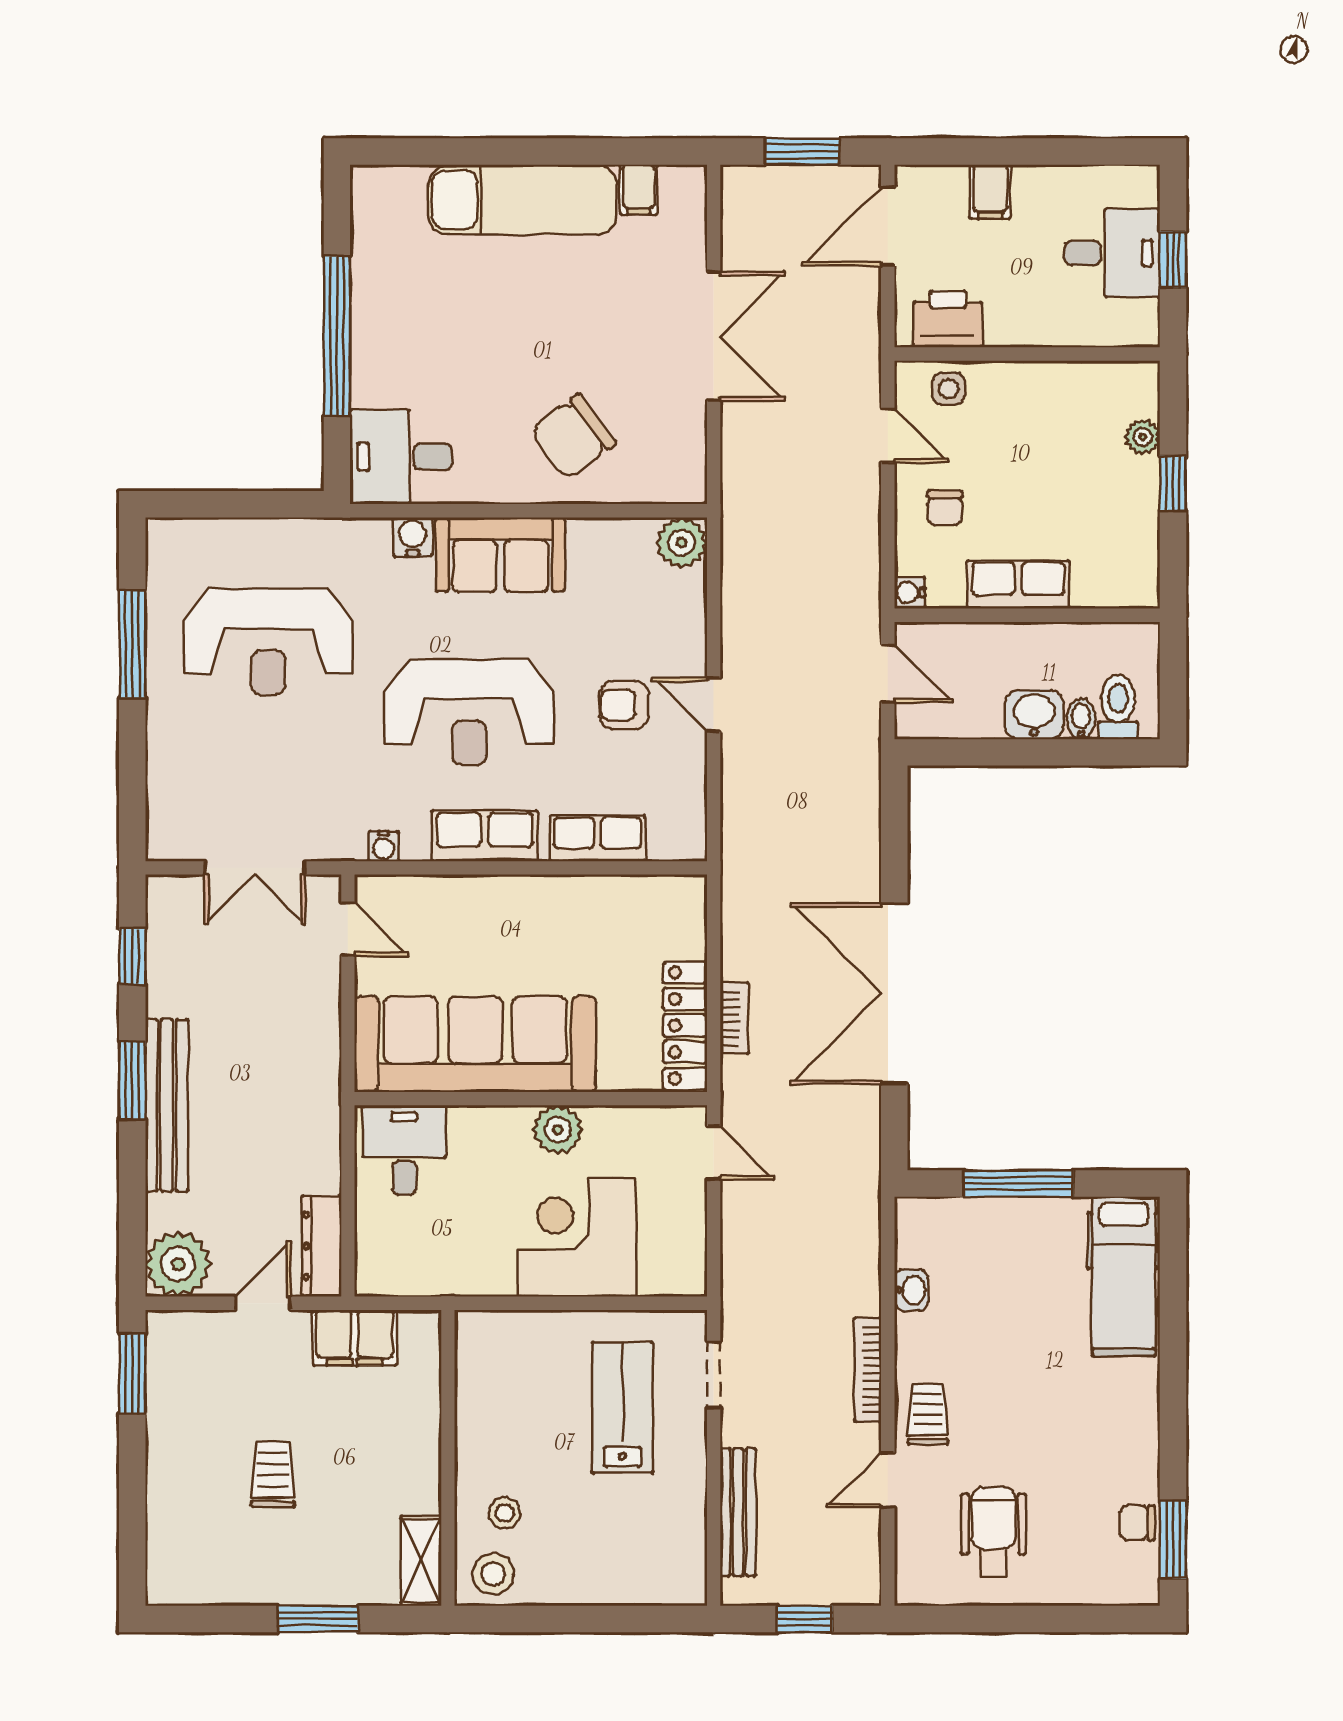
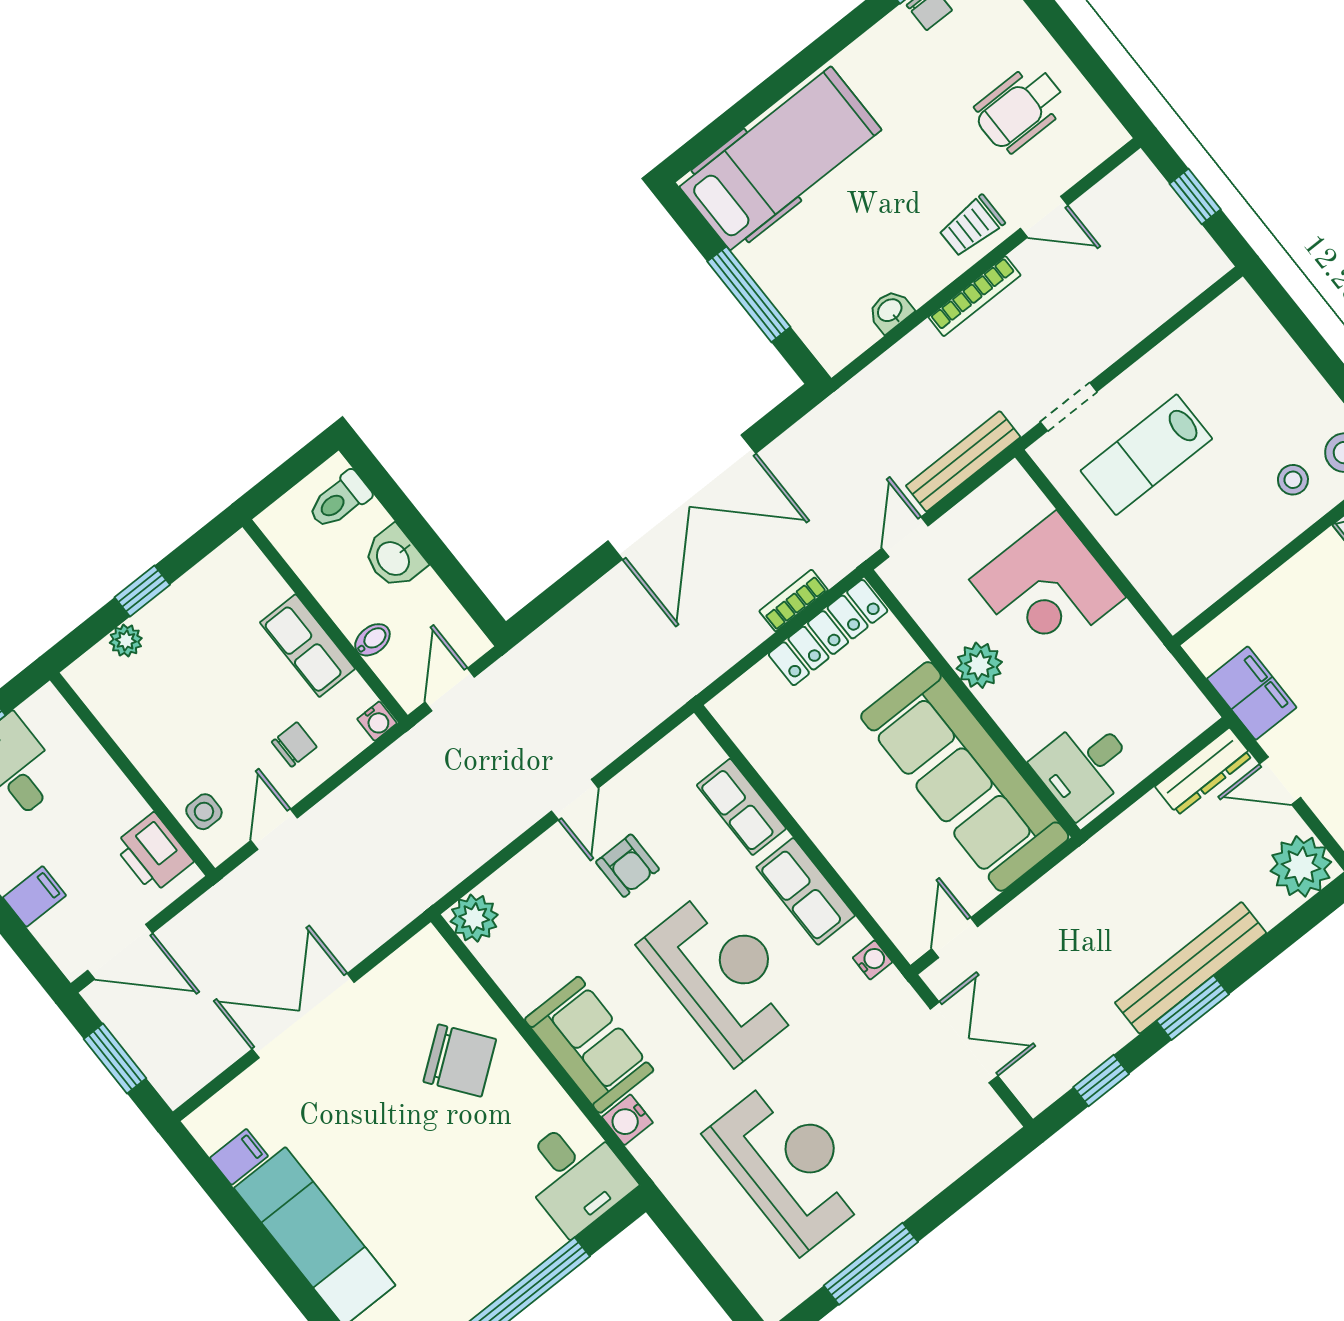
bidet: (1081, 719) -> (372, 640), moved, turned 180
hospital bed: (1124, 1276) -> (780, 158), width x1.37, depth x1.29
bench: (738, 1512) -> (963, 461), moved

